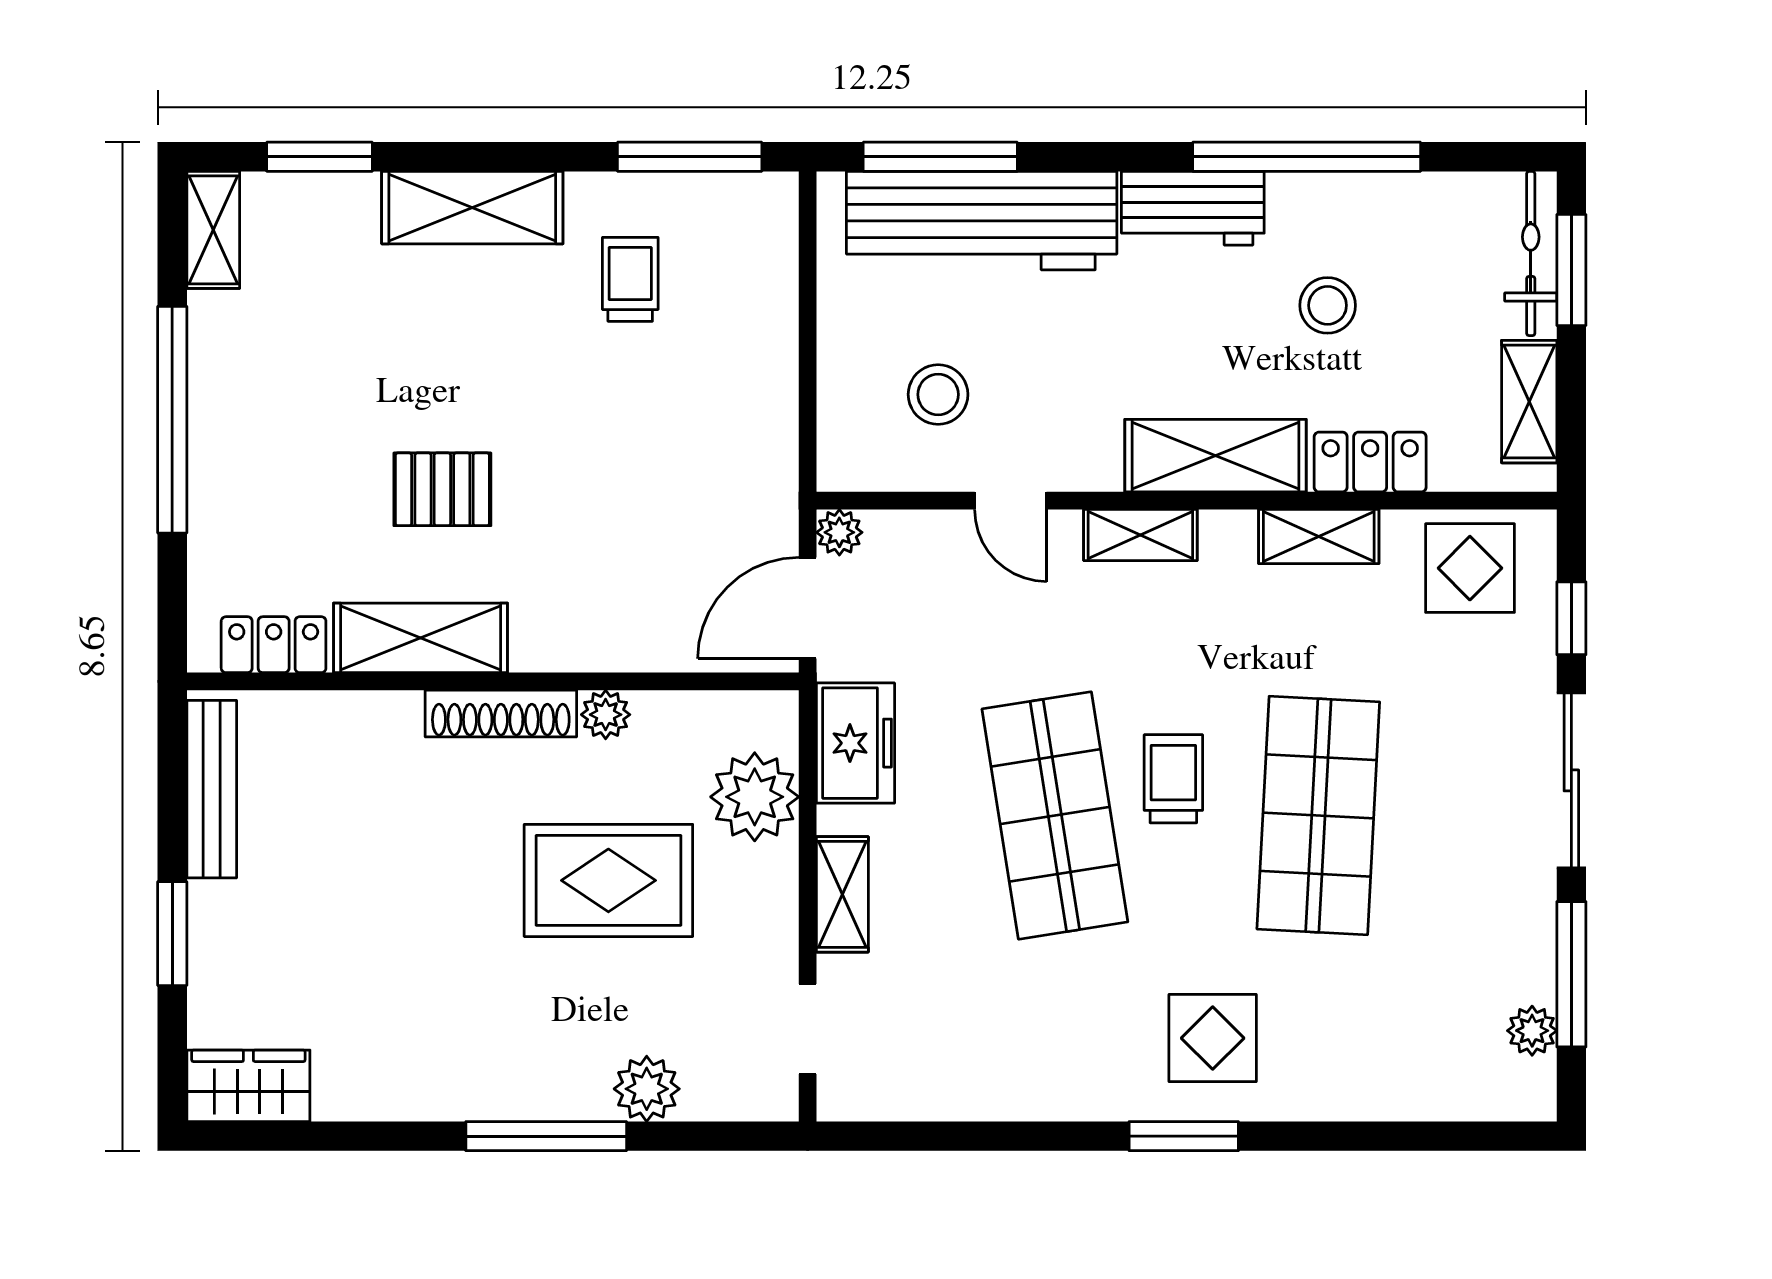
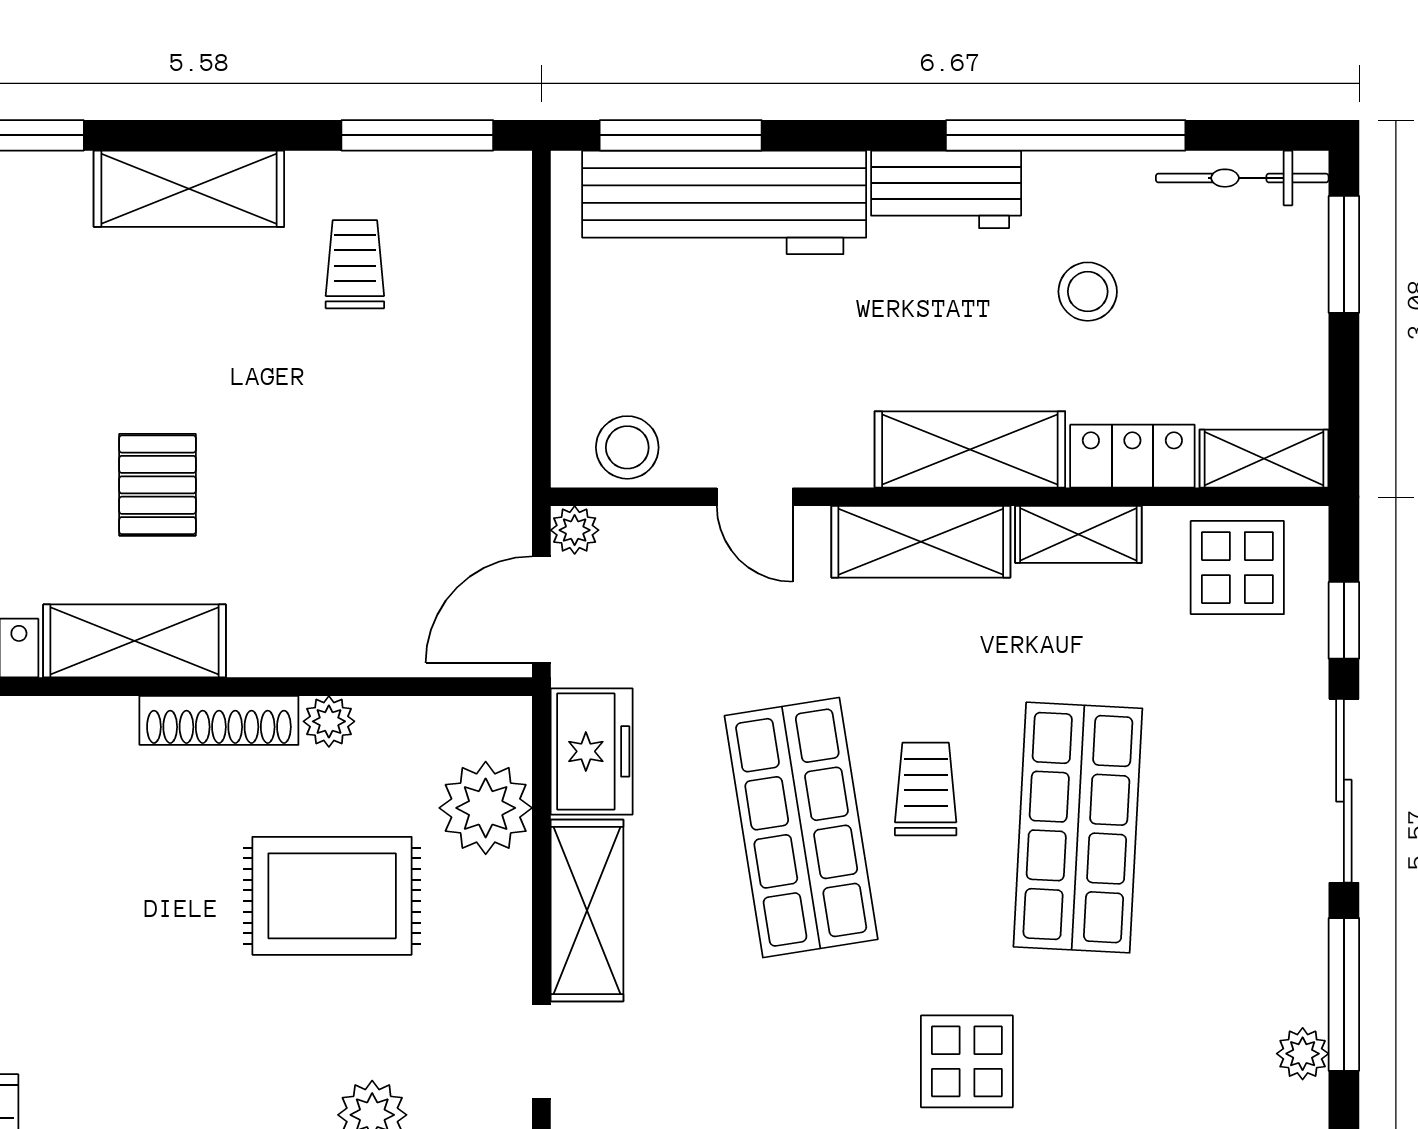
bicycle: (1531, 253) -> (1242, 178), moved, turned -90
stool: (938, 394) -> (627, 447), moved
shelving: (1529, 402) -> (1264, 459), moved, turned 90
pallet: (442, 489) -> (157, 485), turned 90
shelving: (1140, 535) -> (921, 542), width x1.50, depth x1.33
shelving: (842, 894) -> (587, 910), width x1.50, depth x1.33

